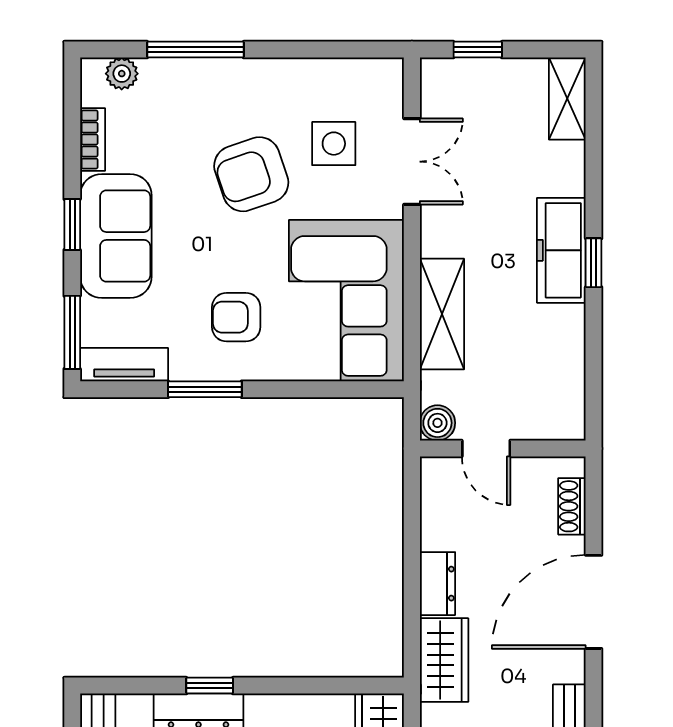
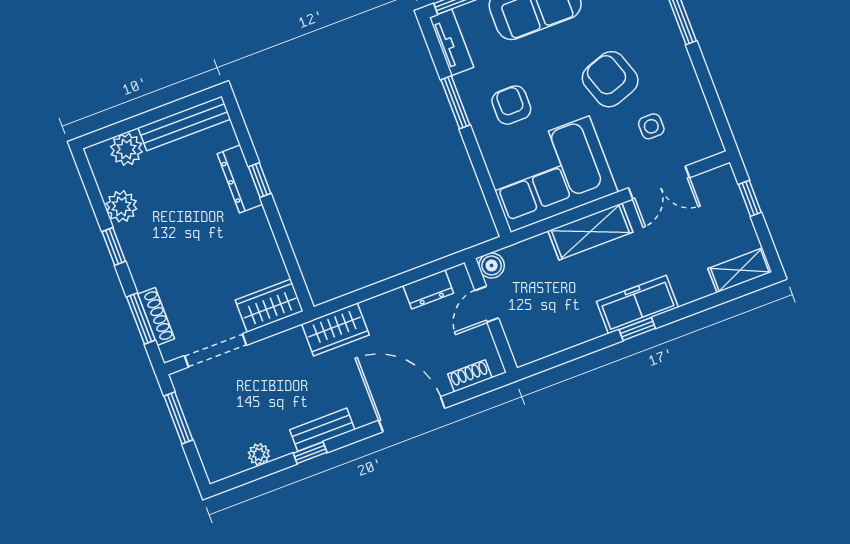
side table: (334, 144) -> (651, 126), width x0.73, depth x0.73
shelving: (442, 314) -> (590, 232), moved
dresser: (437, 584) -> (428, 289), moved

